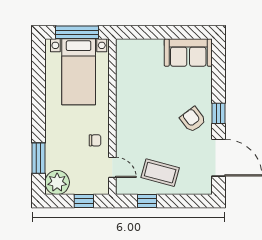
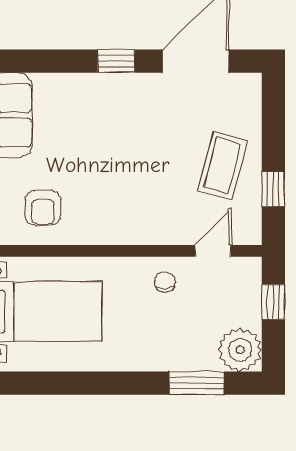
armchair: (193, 120) -> (43, 208), moved, turned -53

